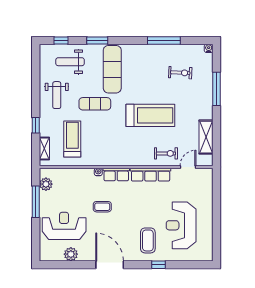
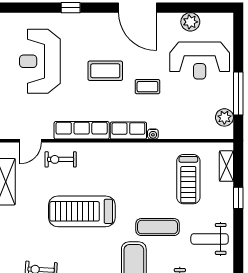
weight bench: (57, 95) -> (210, 239), turned -90
reception desk: (181, 225) -> (40, 61), turned 180
coffee table: (148, 240) -> (105, 71), moved, turned 90

